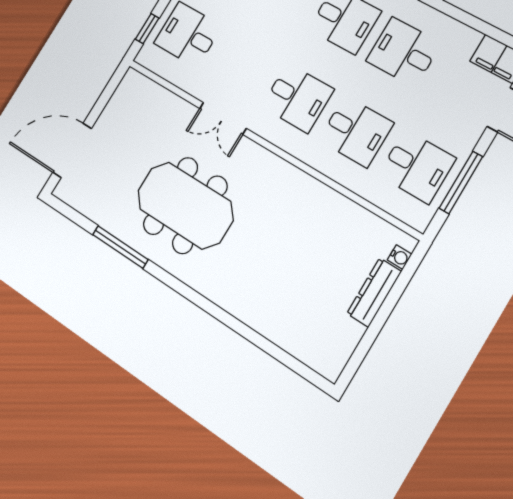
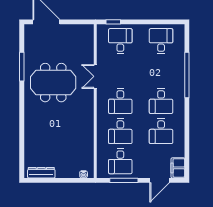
desk: (404, 52) -> (161, 131), turned 180
meeting table: (185, 205) -> (53, 83), turned 90
dresser: (374, 292) -> (41, 173), moved

